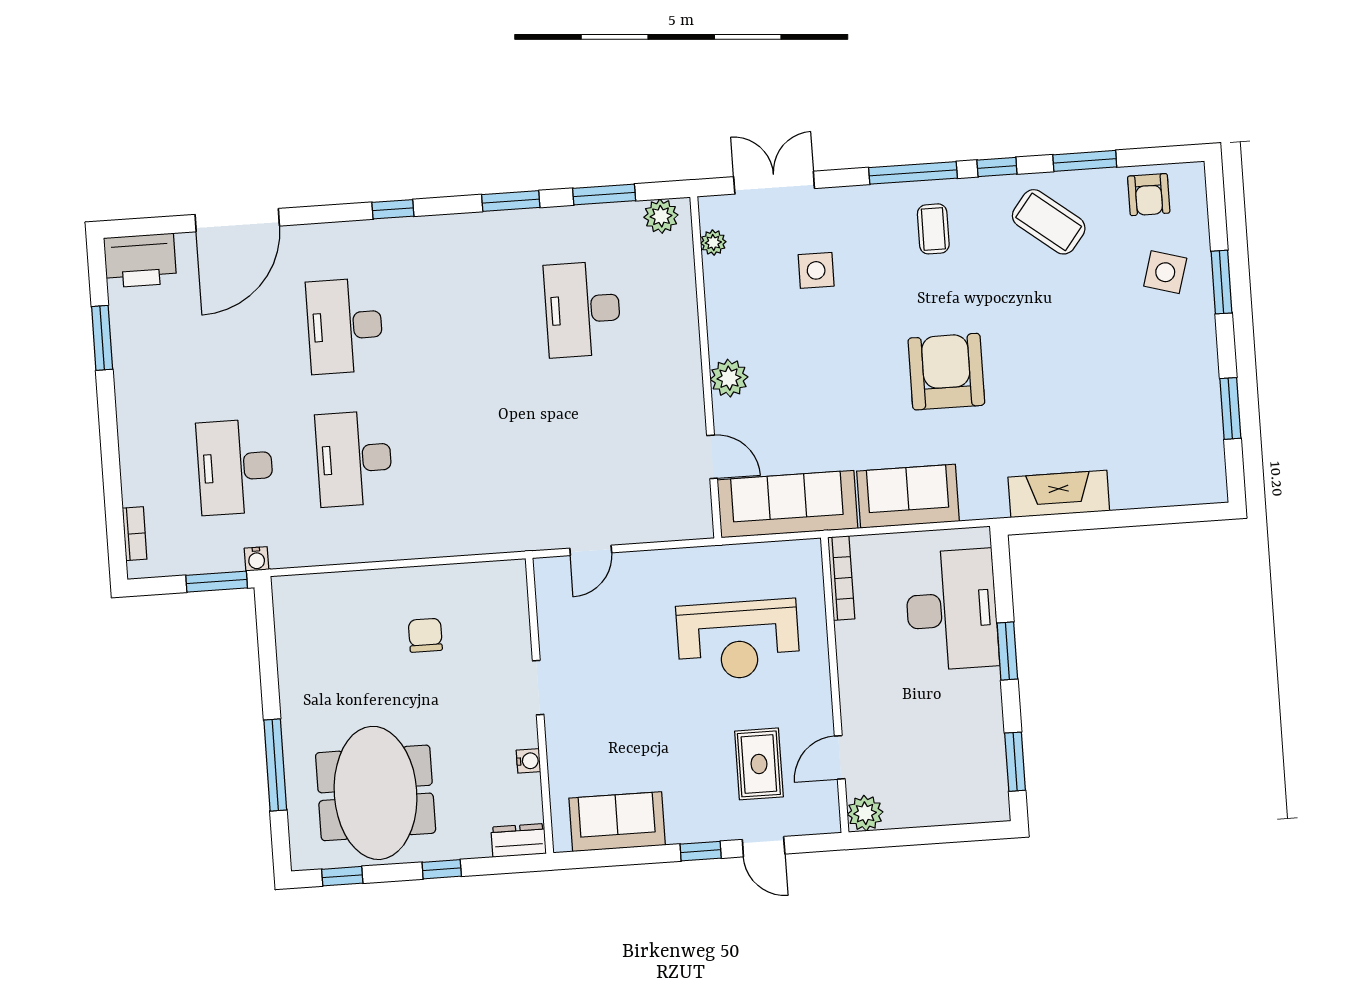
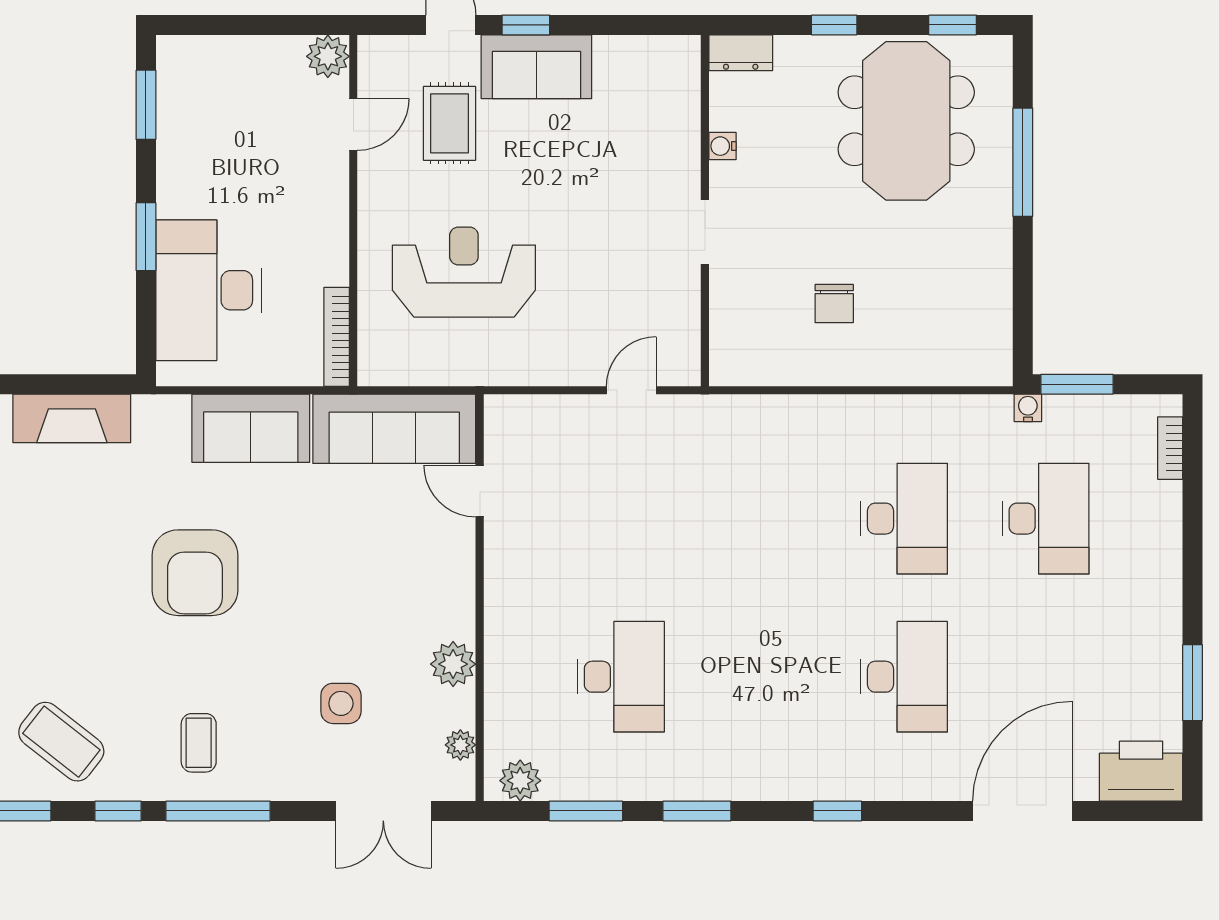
plant: (729, 378) -> (453, 664), moved
sofa: (617, 822) -> (536, 67), moved

